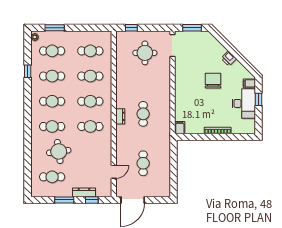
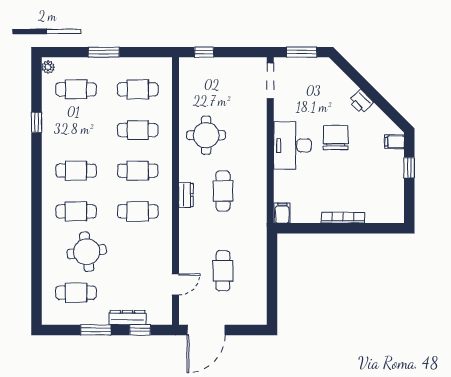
window: (55, 28) -> (104, 52), moved
round table: (145, 53) -> (206, 135), moved
cafe table: (52, 76) -> (76, 130), removed
desk: (244, 103) -> (292, 145), moved, turned 180

